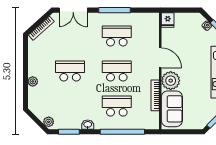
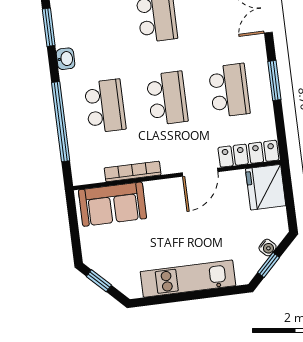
window: (114, 10) -> (274, 81), width x0.69
fridge: (168, 20) -> (266, 187), width x1.88, depth x1.34
locker: (153, 30) -> (248, 154), added
plant: (171, 81) -> (162, 196), removed

